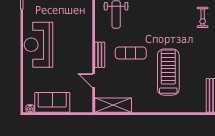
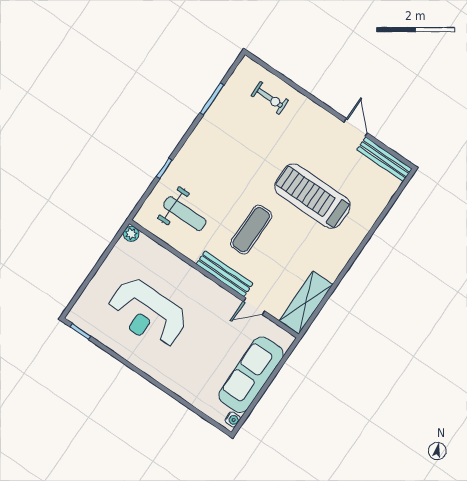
reception desk: (39, 45) -> (147, 313), moved
bench: (100, 55) -> (224, 274), width x1.36
sofa: (52, 102) -> (251, 375), width x1.36

